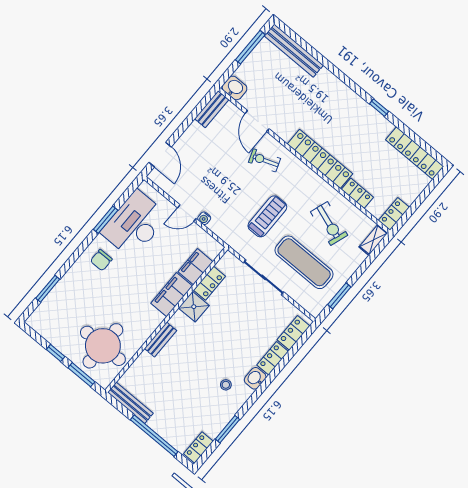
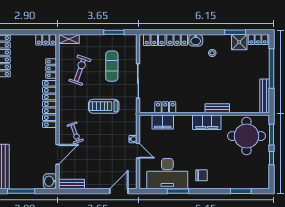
exercise mat: (304, 262) -> (112, 66), width x0.73, depth x0.69
filing cabinet: (172, 295) -> (207, 122), moved
shower: (194, 307) -> (239, 42), moved

